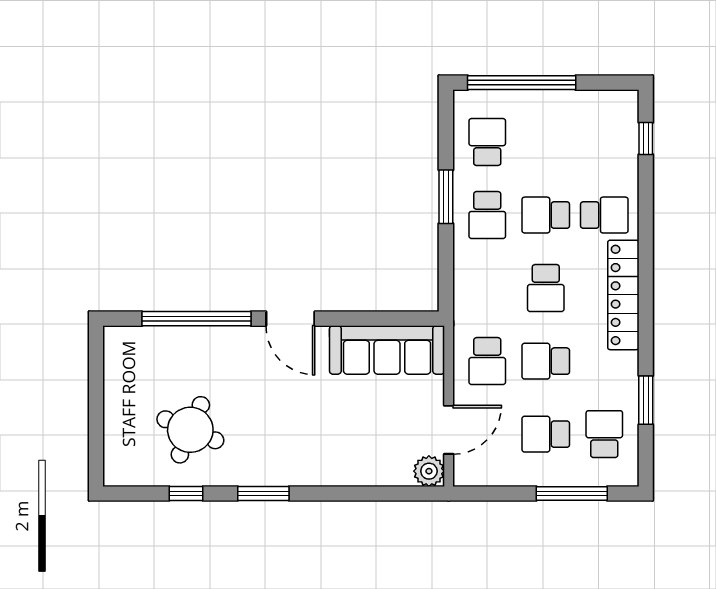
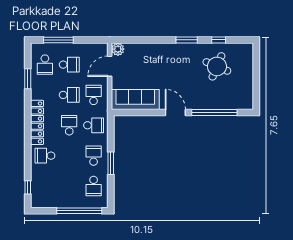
school desk: (546, 215) -> (94, 125), moved

